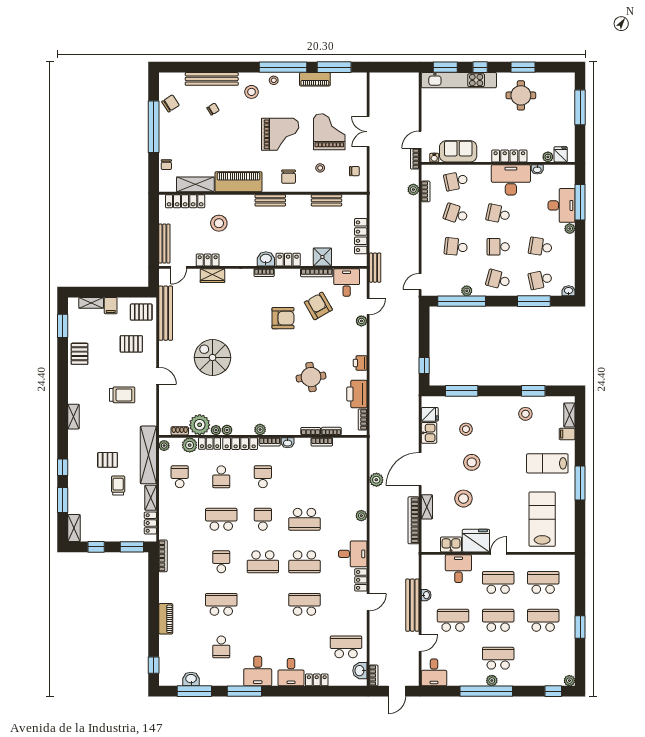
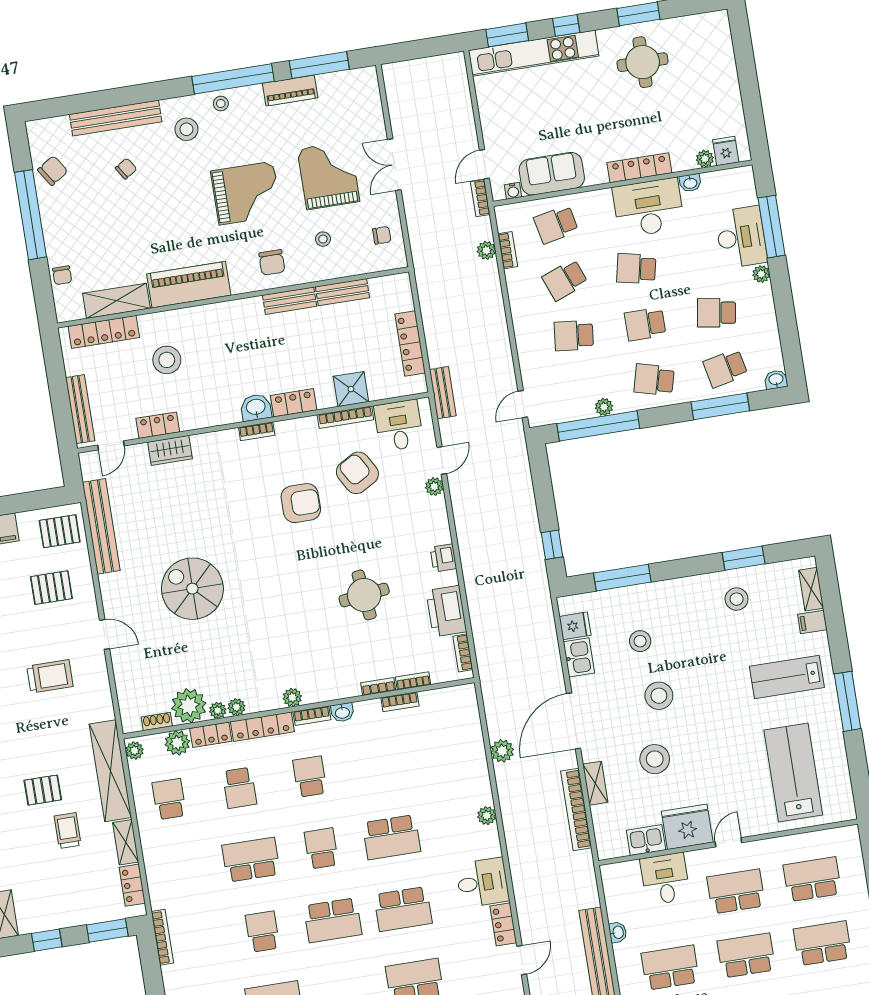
window: (580, 107) -> (746, 66), removed
bench: (270, 200) -> (290, 301), moved
school desk: (456, 214) -> (565, 280), turned -39

